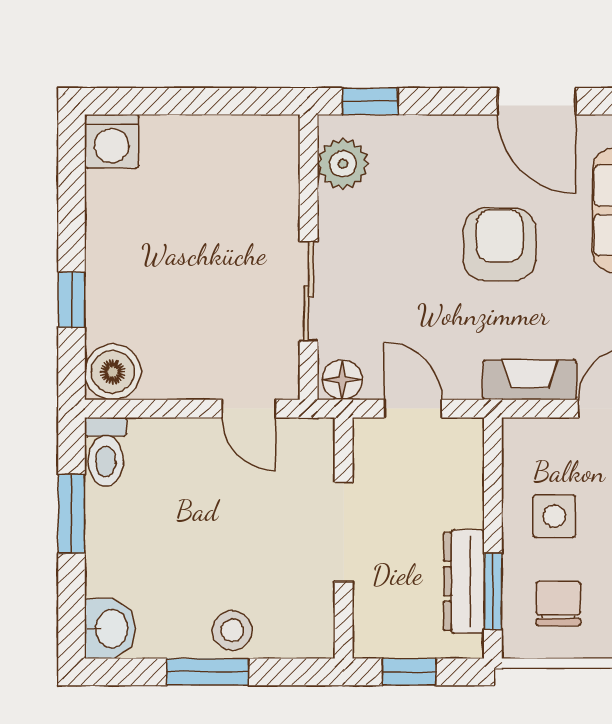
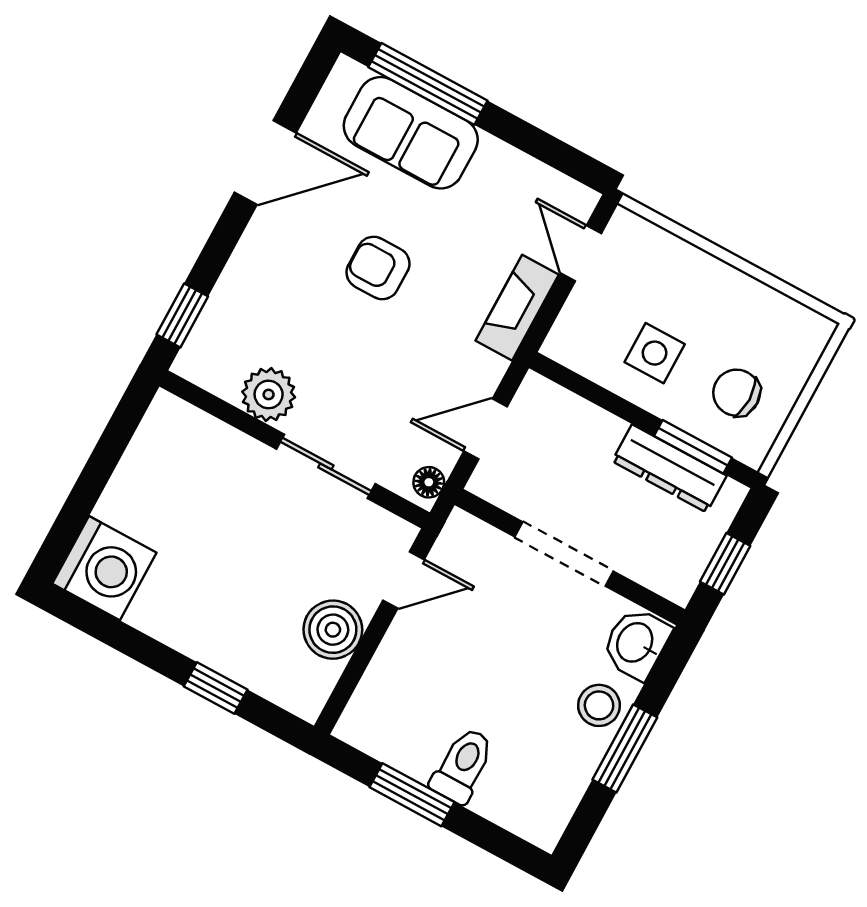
washing machine: (112, 141) -> (104, 568), width x1.37, depth x1.37
plant: (343, 164) -> (269, 394), moved
armchair: (499, 244) -> (378, 268), width x0.72, depth x0.72
boiler: (113, 372) -> (333, 630), moved
floor lamp: (342, 380) -> (429, 482), width x0.73, depth x0.73
toilet: (106, 452) -> (463, 766), moved, turned -90
washbasin: (110, 629) -> (636, 643), moved, turned -90

